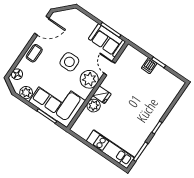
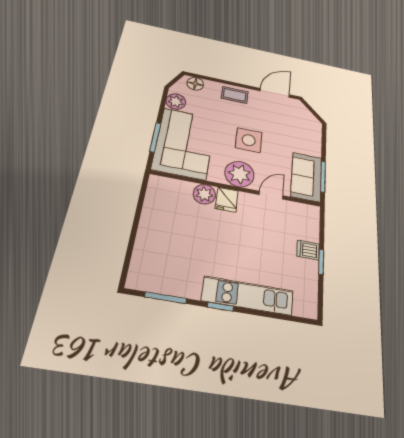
door: (42, 26) -> (275, 93), swing flipped
kitchen unit: (110, 149) -> (248, 296), moved, turned -90

